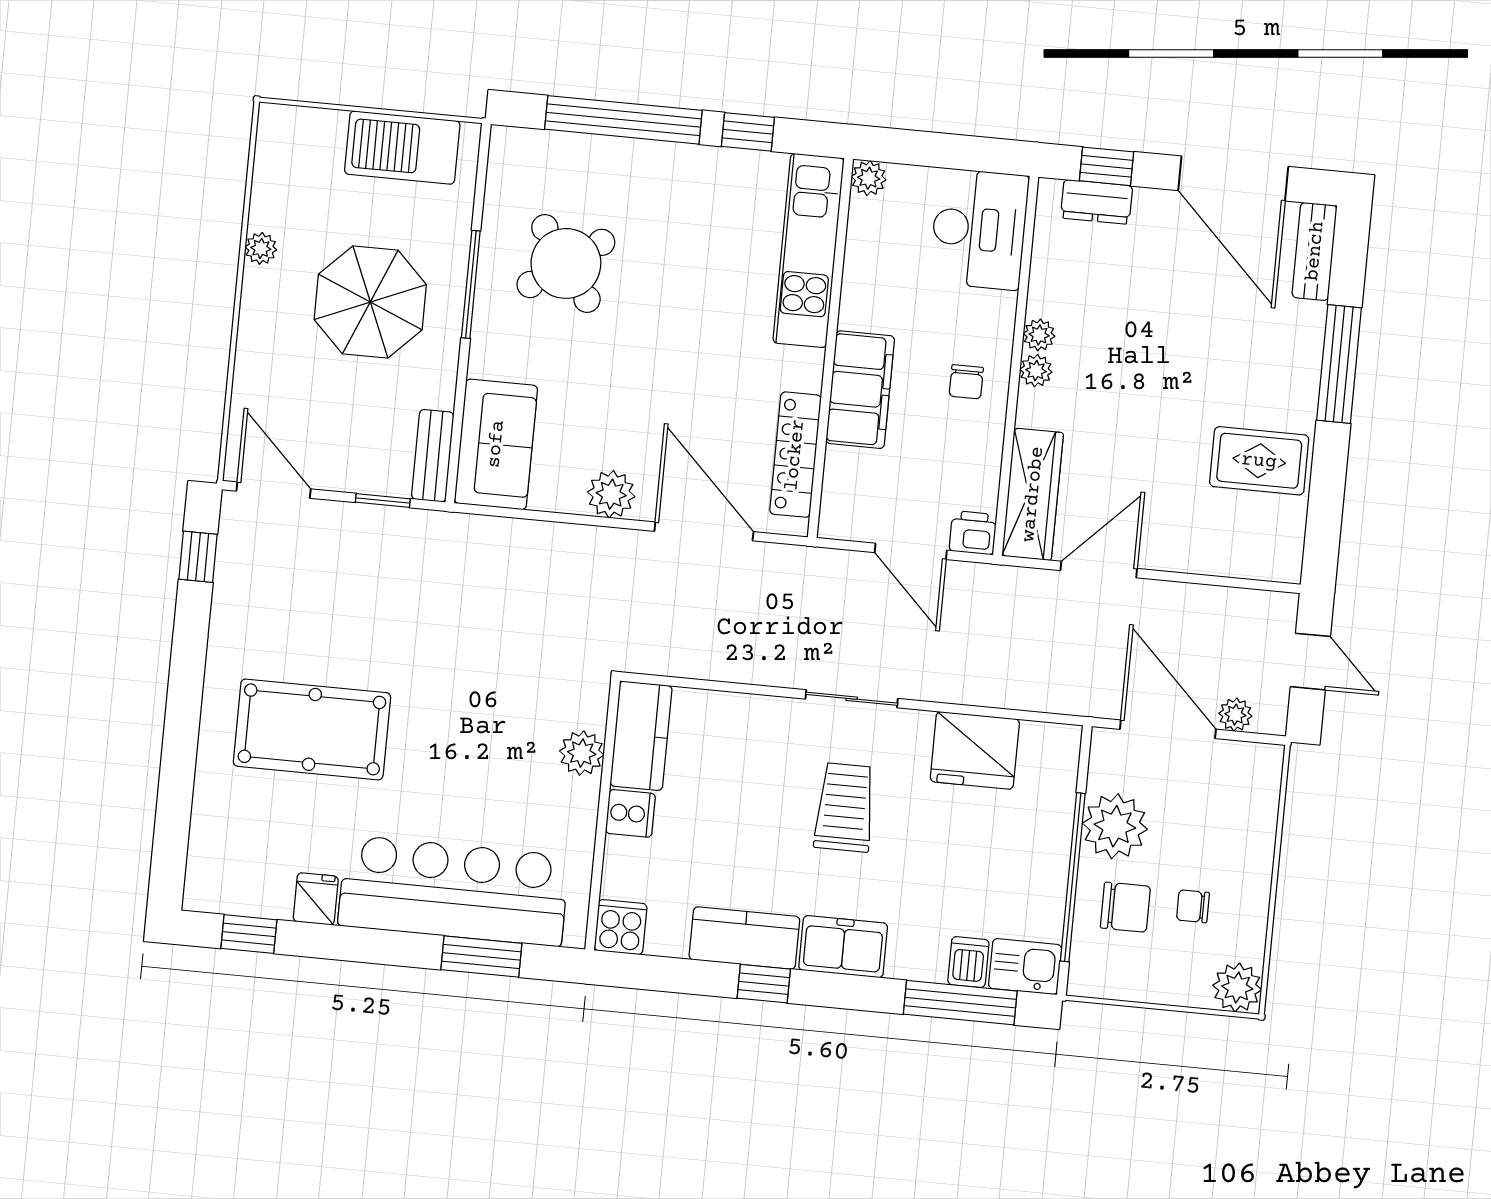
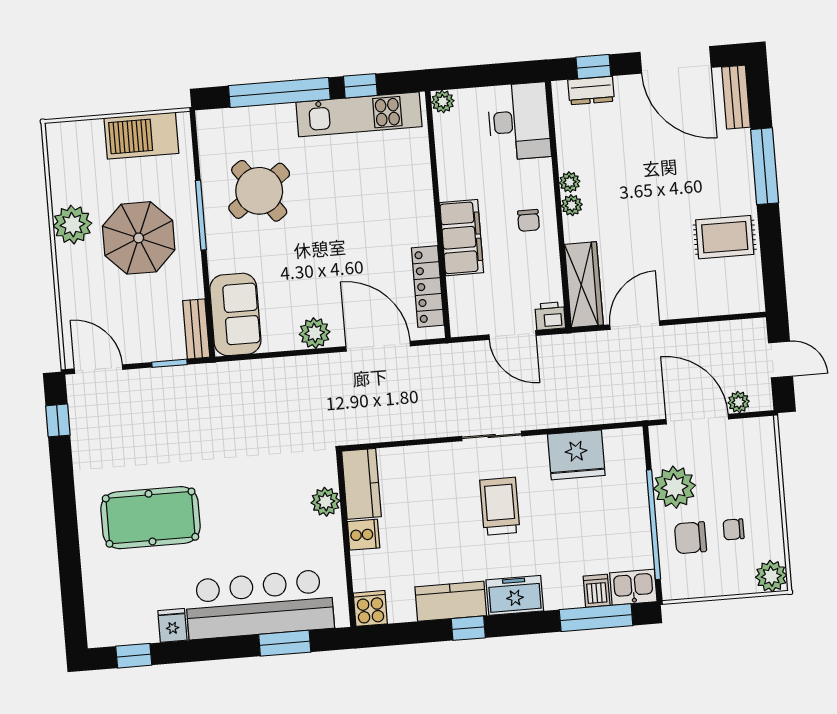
plant: (261, 248) -> (72, 225), width x1.88, depth x1.88
kitchen unit: (809, 250) -> (359, 114), moved, turned -90
chair: (1125, 907) -> (691, 538), turned 180

